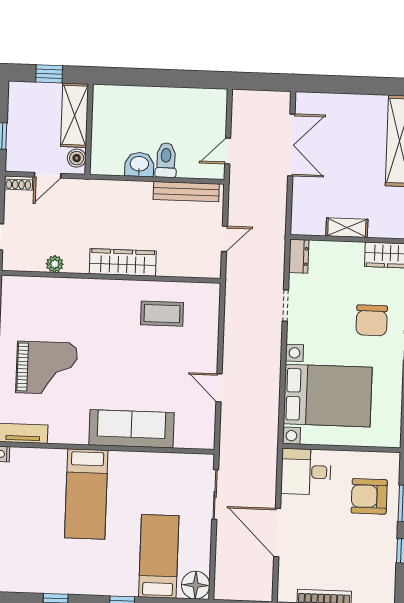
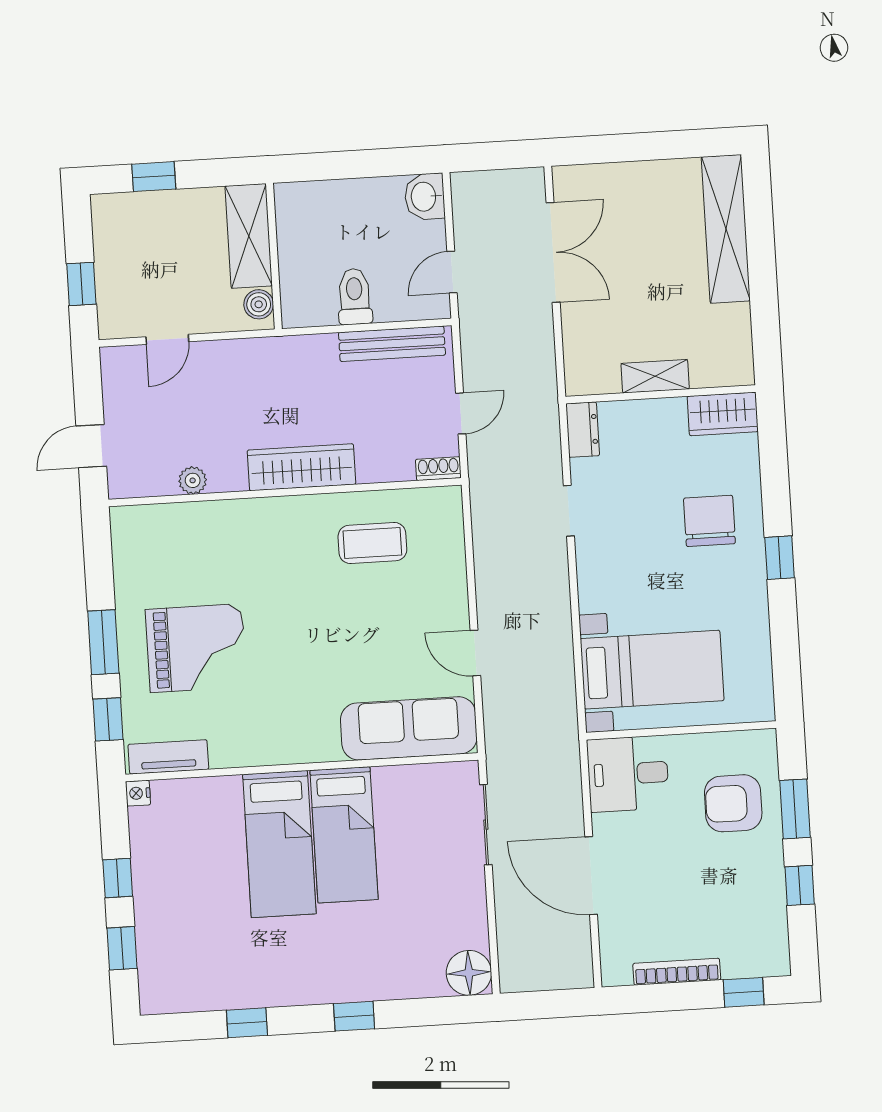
shelving: (75, 115) -> (249, 236), moved
wall: (89, 129) -> (274, 256), moved
boiler: (77, 158) -> (259, 304), moved
washbasin: (139, 164) -> (425, 197), moved, turned -90
shoe rack: (18, 183) -> (438, 469), moved, turned 180
chair: (372, 320) -> (709, 521), turned 180
bed with nightstands: (328, 396) -> (652, 670), width x0.73
sofa: (131, 429) -> (409, 728), moved
bed: (159, 556) -> (344, 835), moved, turned 180

